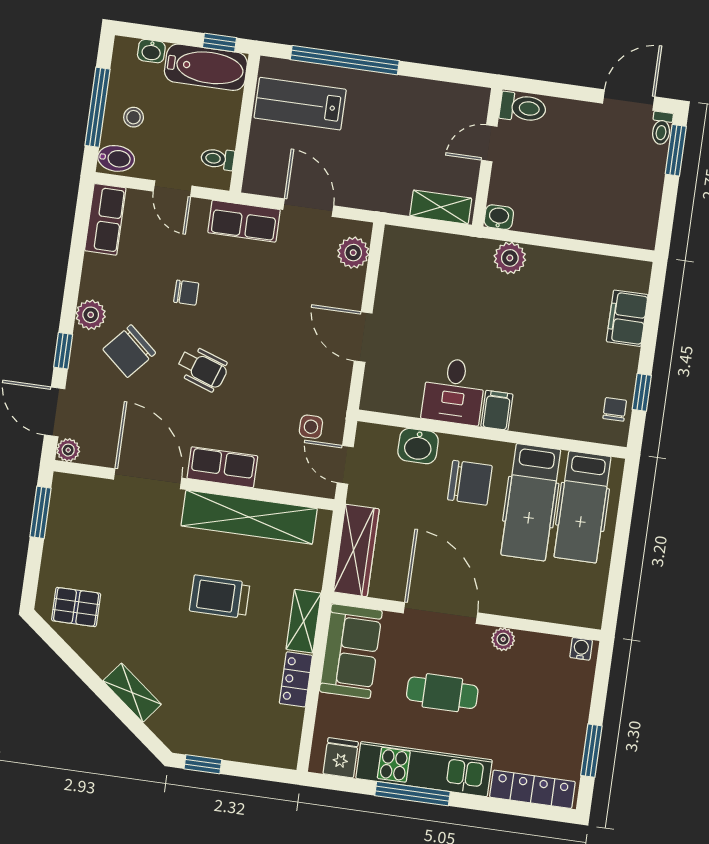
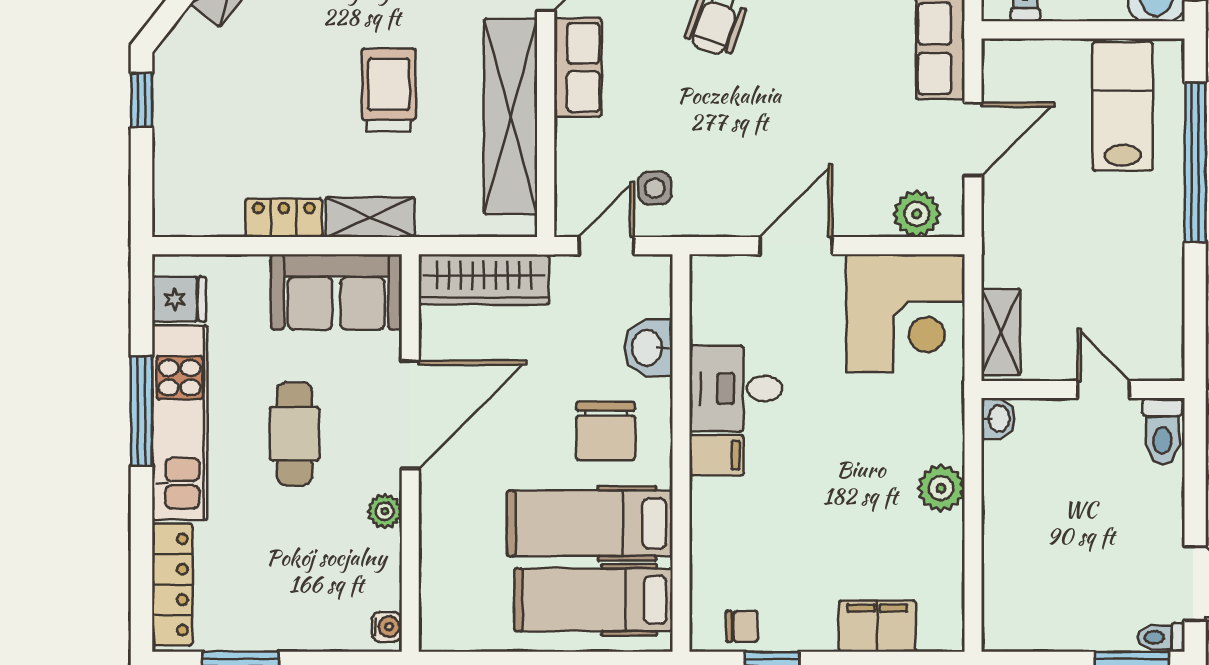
plant: (510, 258) -> (941, 488), moved
corner desk: (419, 270) -> (905, 313), added

